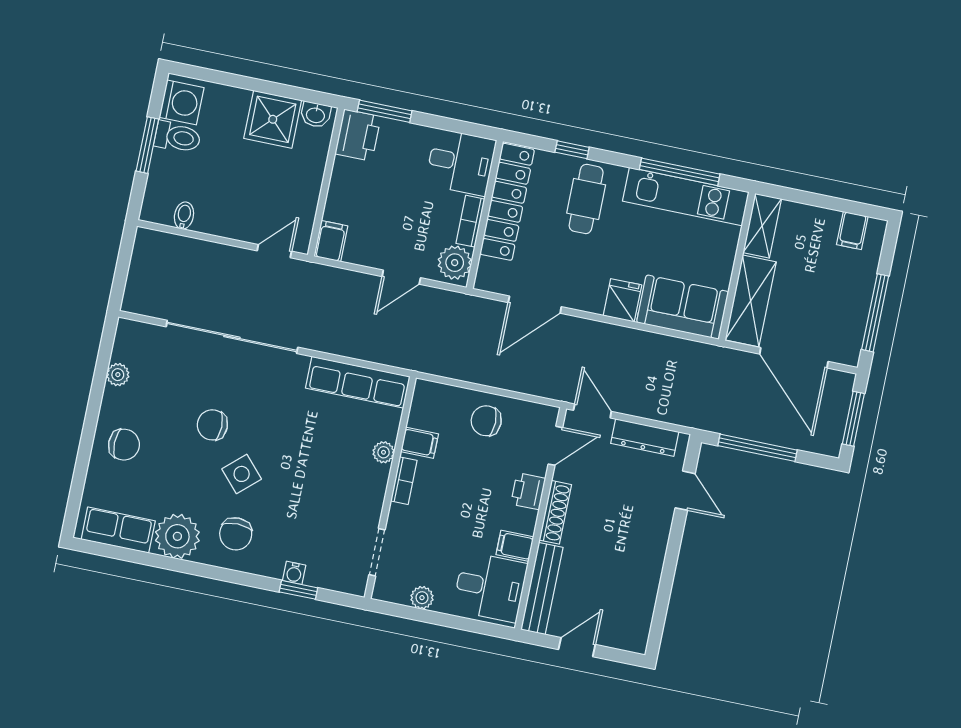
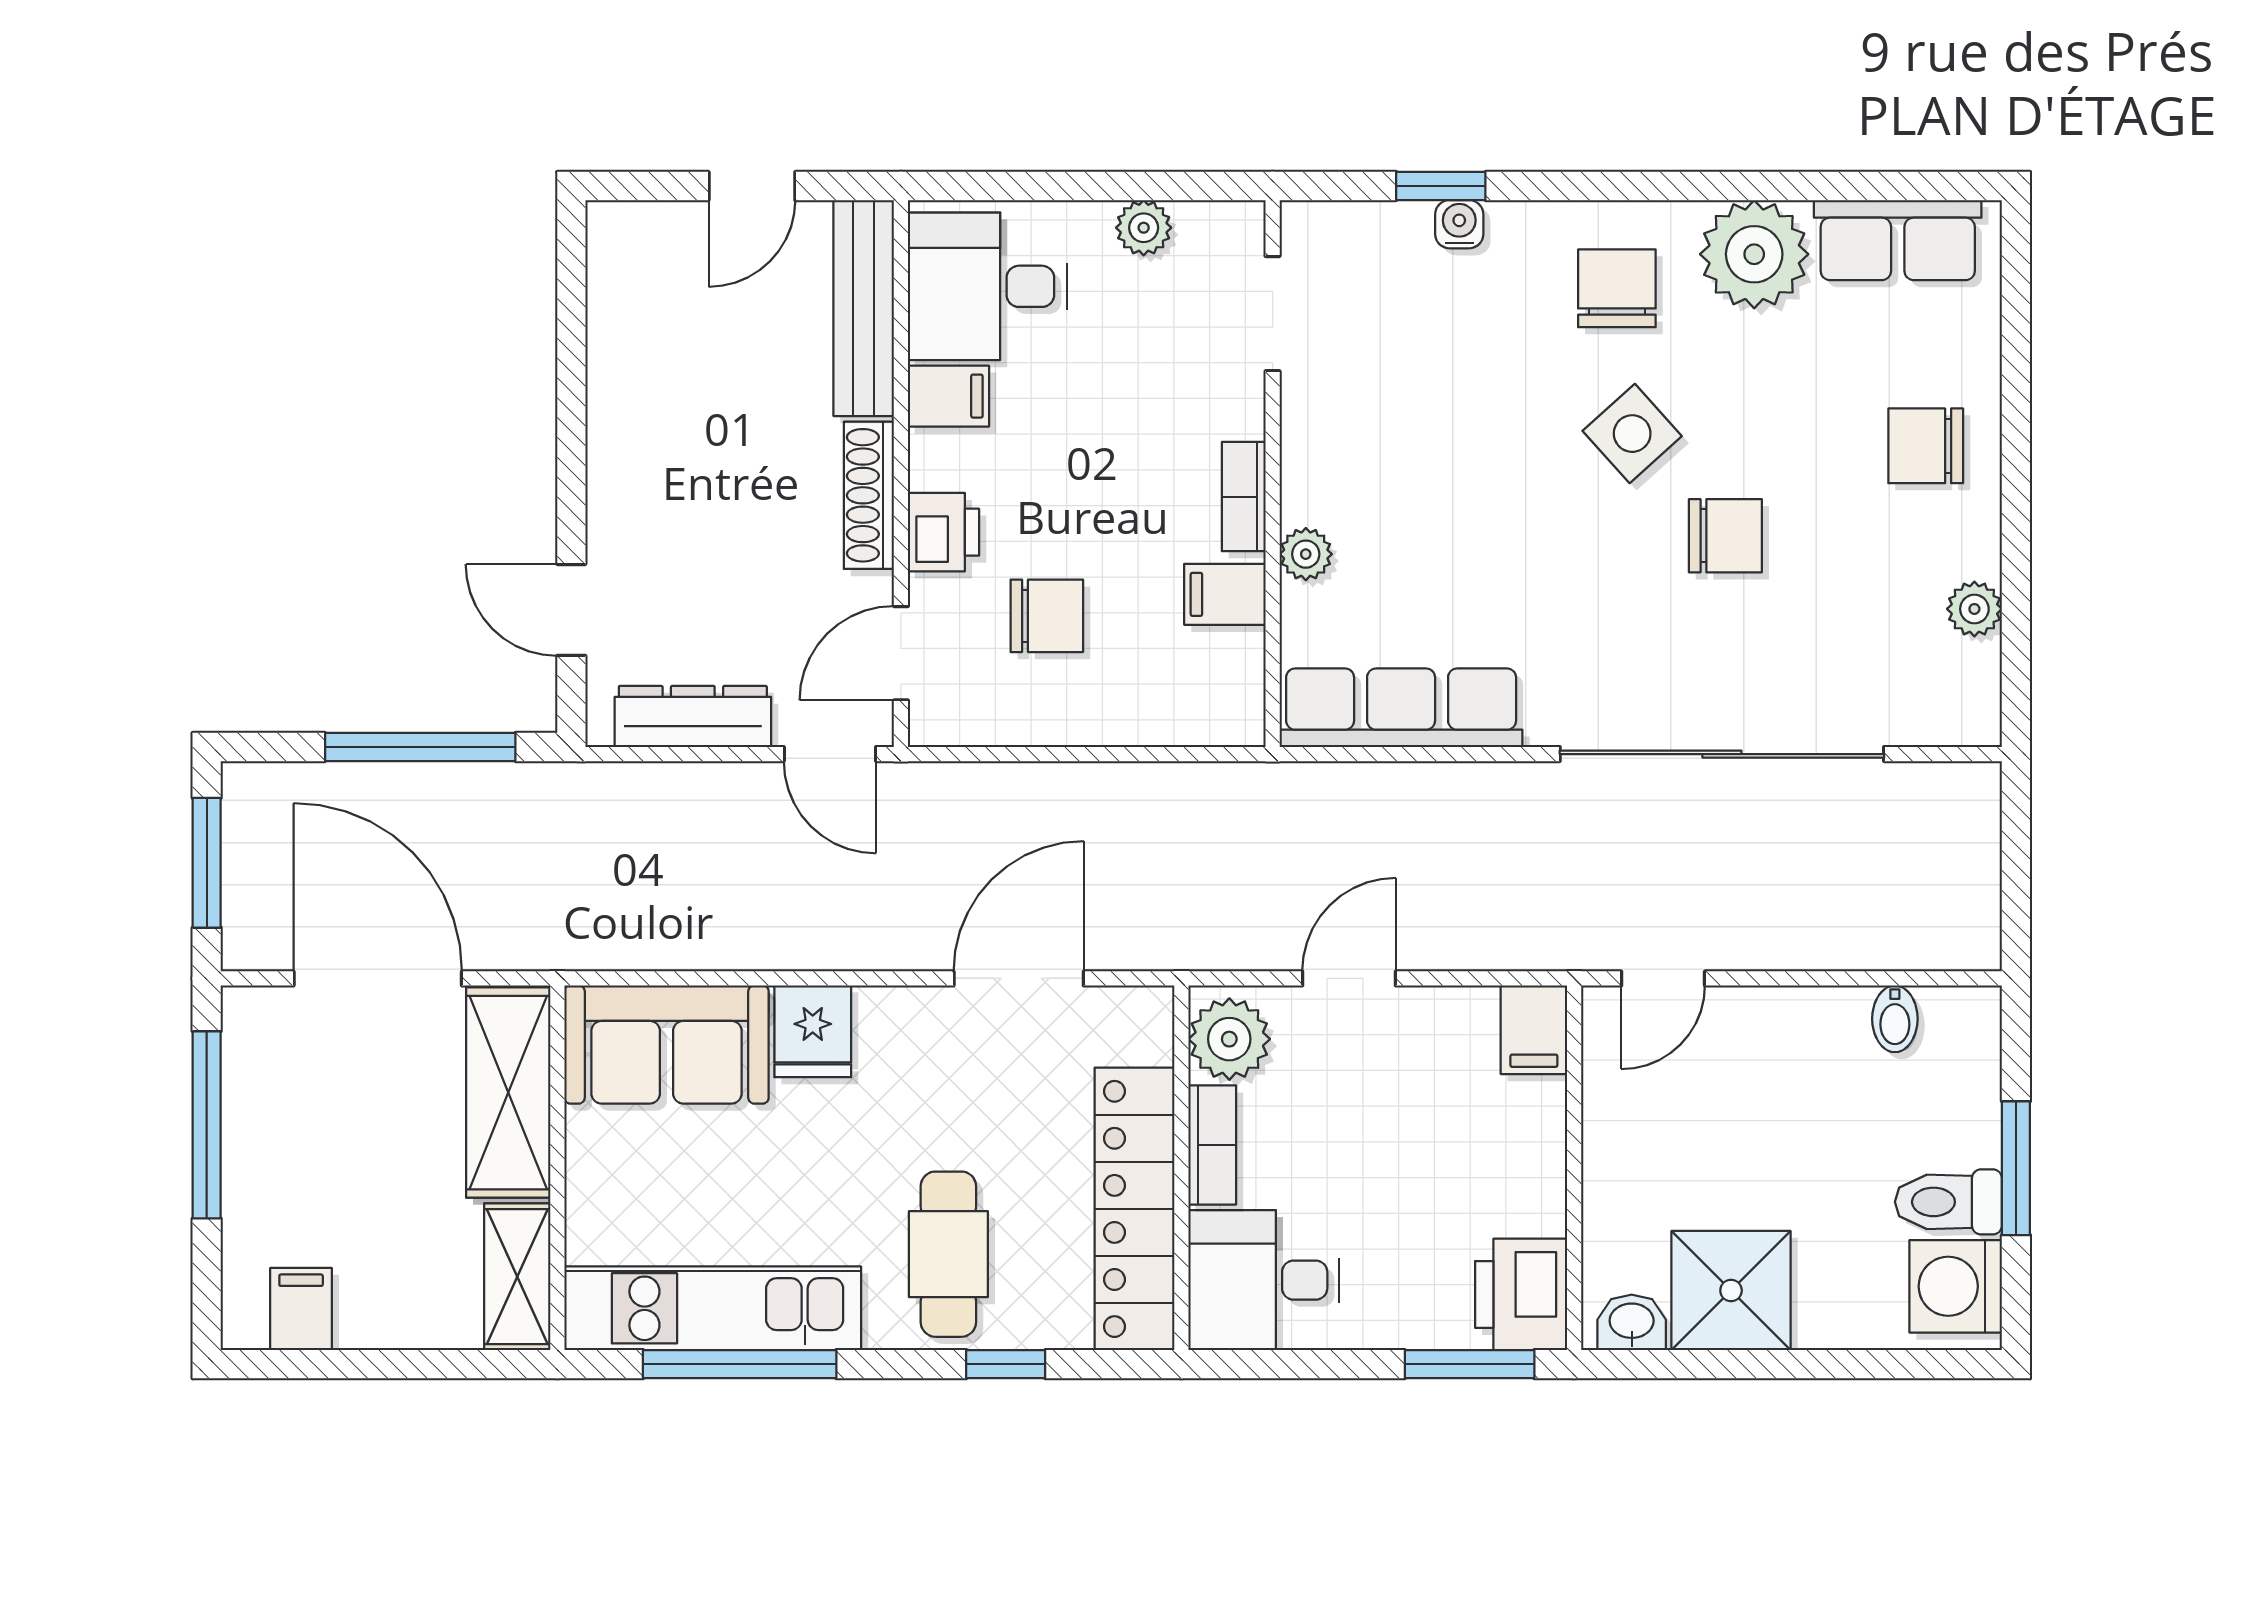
chair: (486, 421) -> (1047, 616), moved

